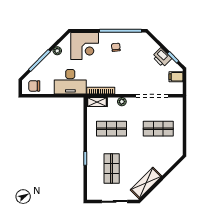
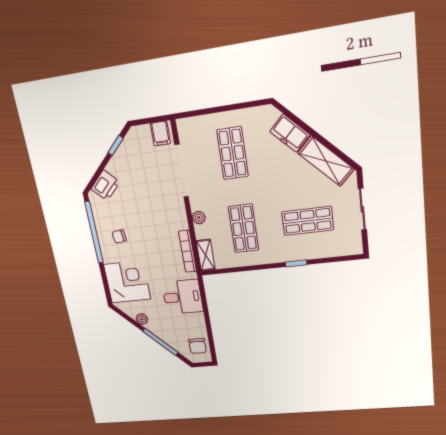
printer: (162, 57) -> (105, 185), moved
filing cabinet: (176, 77) -> (160, 133), moved
desk: (70, 82) -> (182, 297), width x0.73
freezer: (165, 164) -> (290, 133), added

